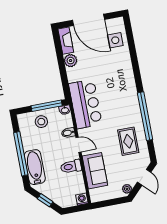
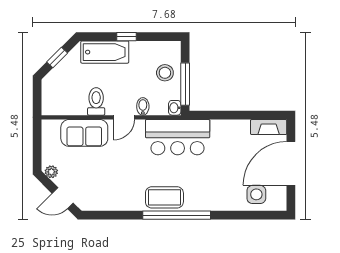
plant: (71, 61) -> (240, 128), removed
coffee table: (130, 105) -> (164, 197), added
window: (145, 116) -> (177, 215), moved
rug: (128, 141) -> (116, 186), removed
window: (21, 154) -> (127, 37), width x0.32
washing machine: (82, 199) -> (49, 108), removed

